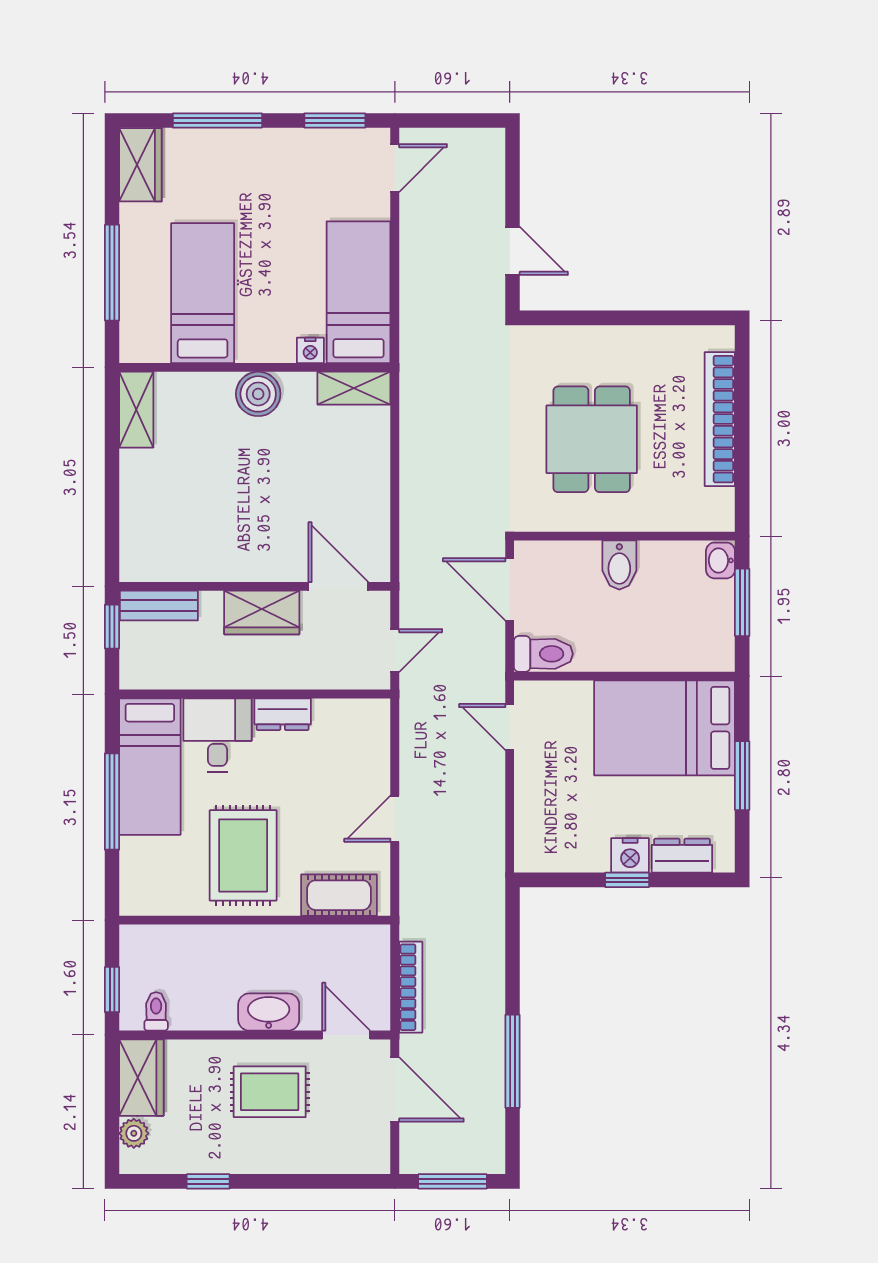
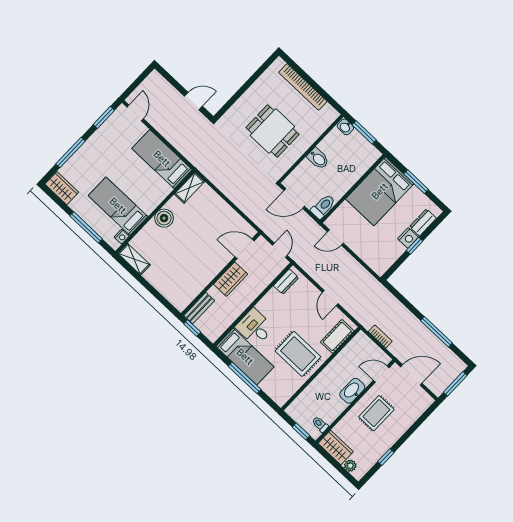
nightstand: (310, 350) -> (122, 237), moved
dresser: (283, 714) -> (286, 282), moved
bookcase: (411, 987) -> (380, 336), width x0.64

